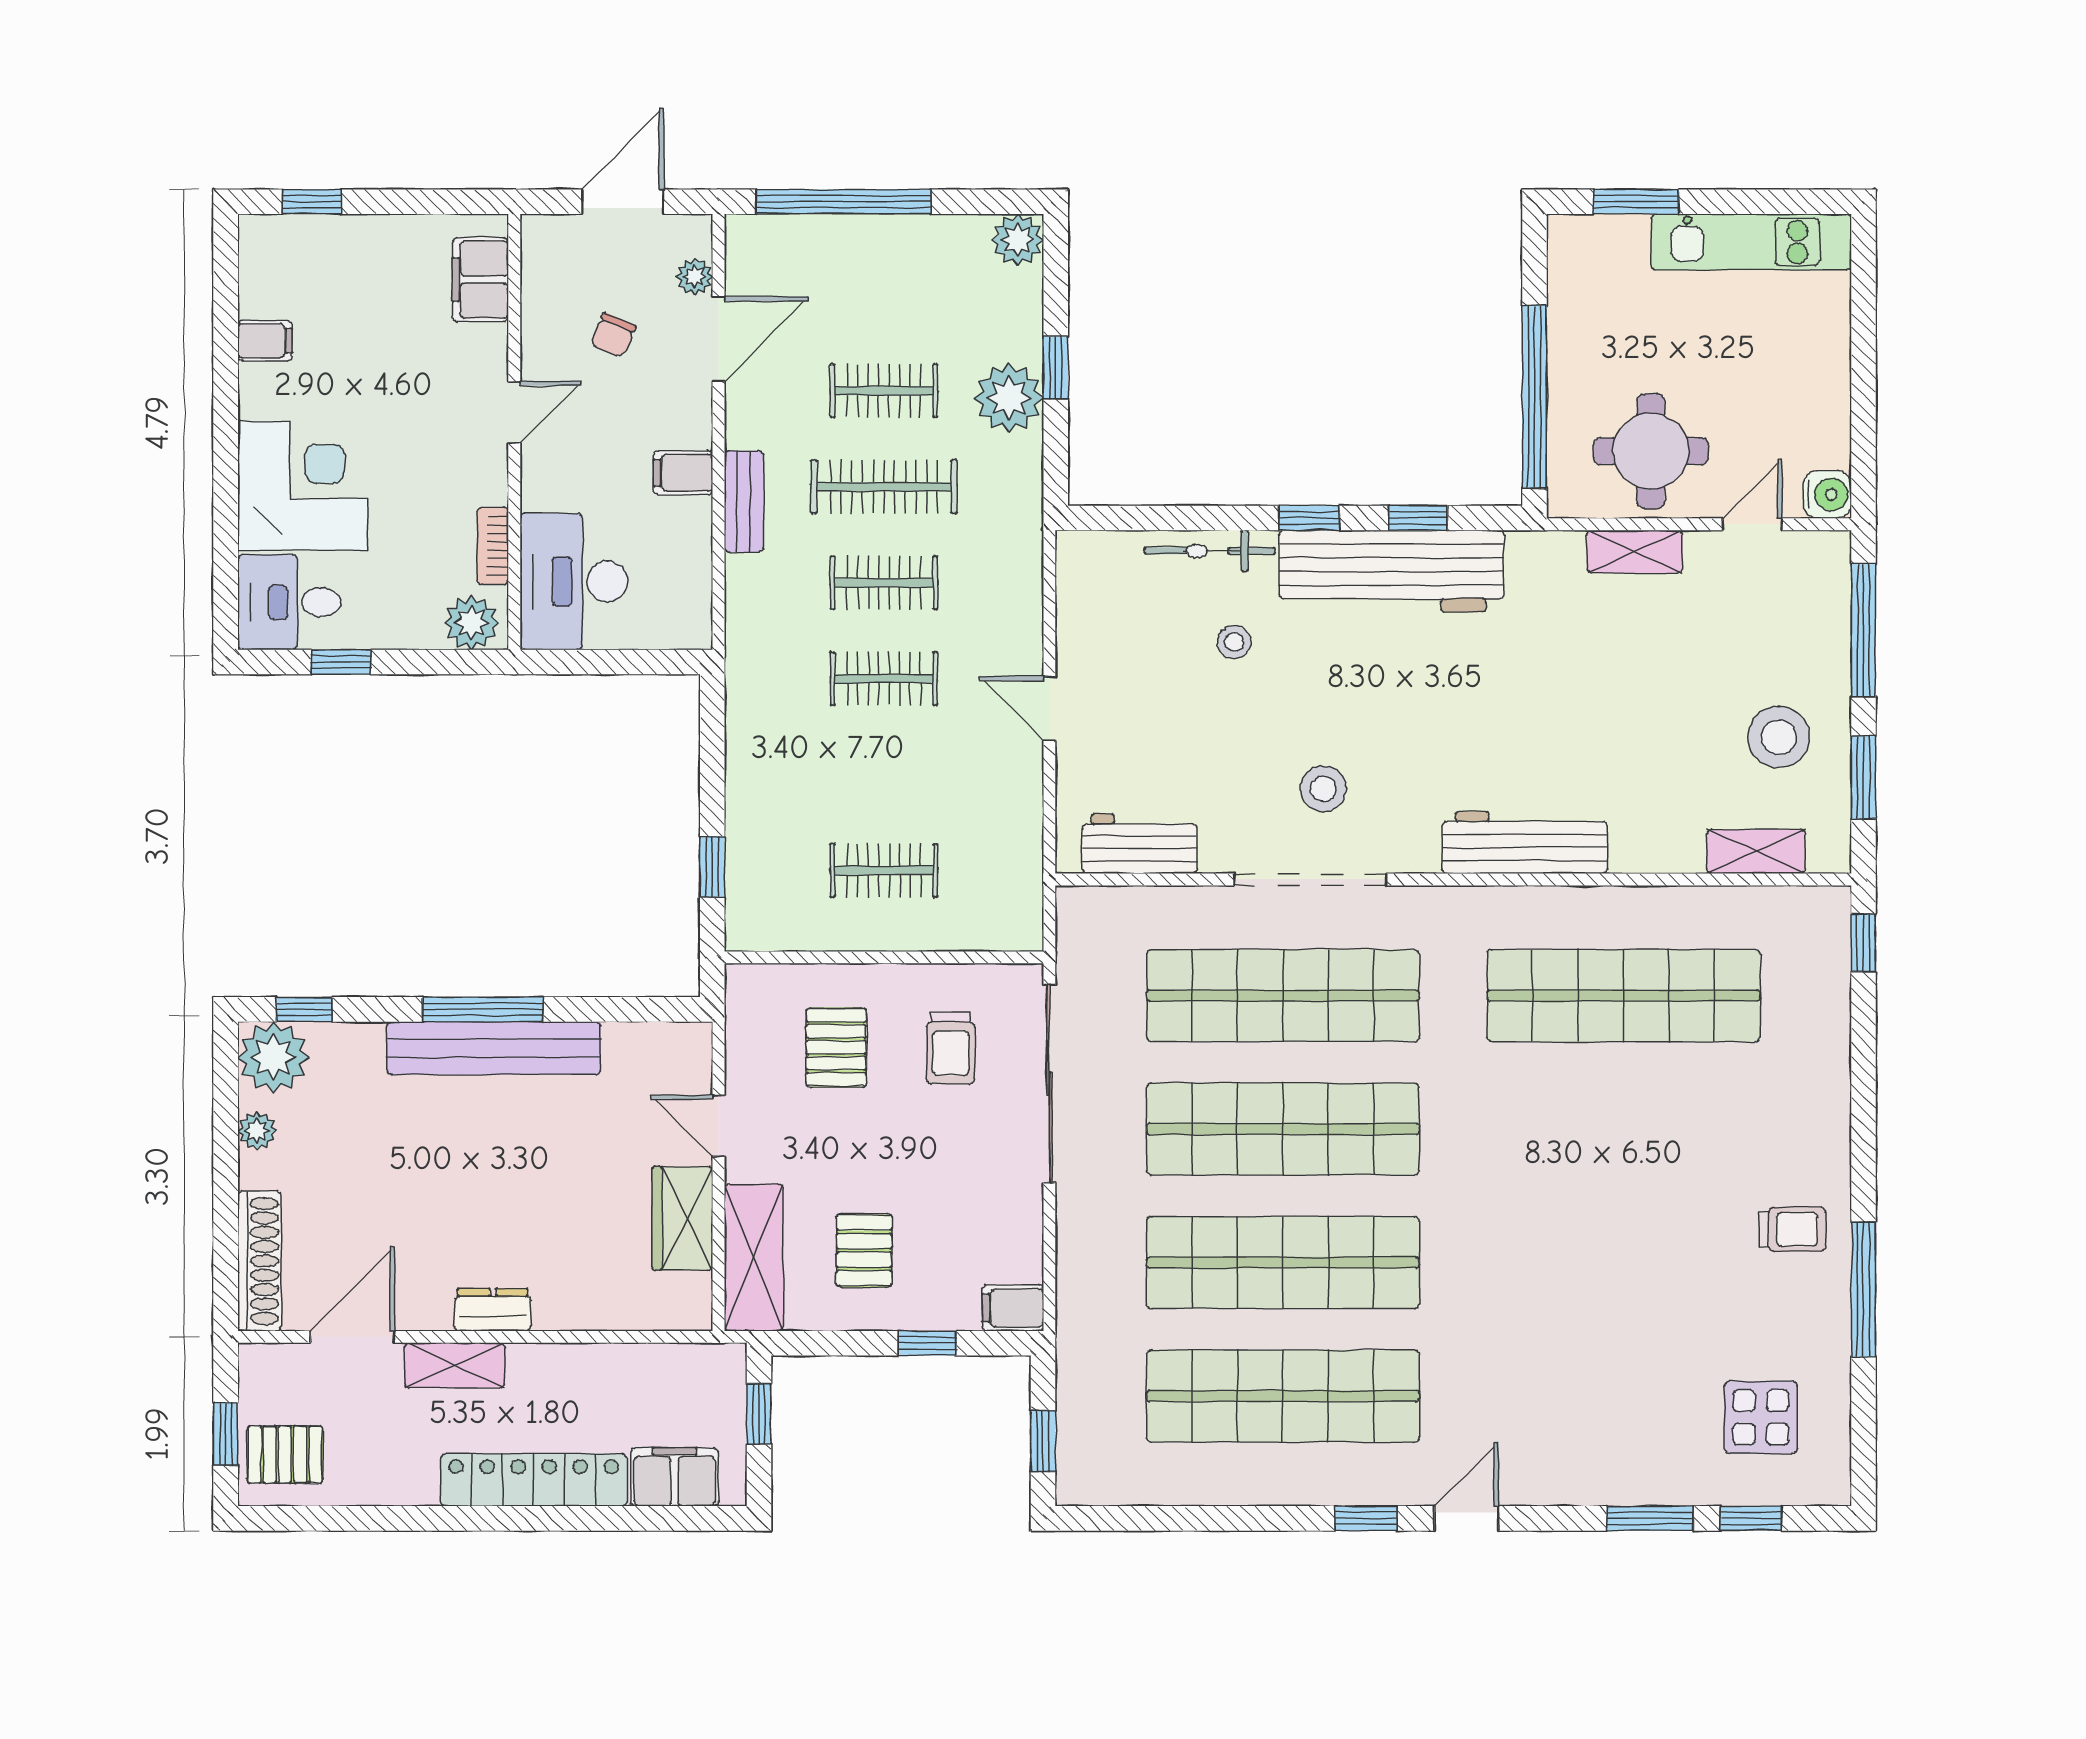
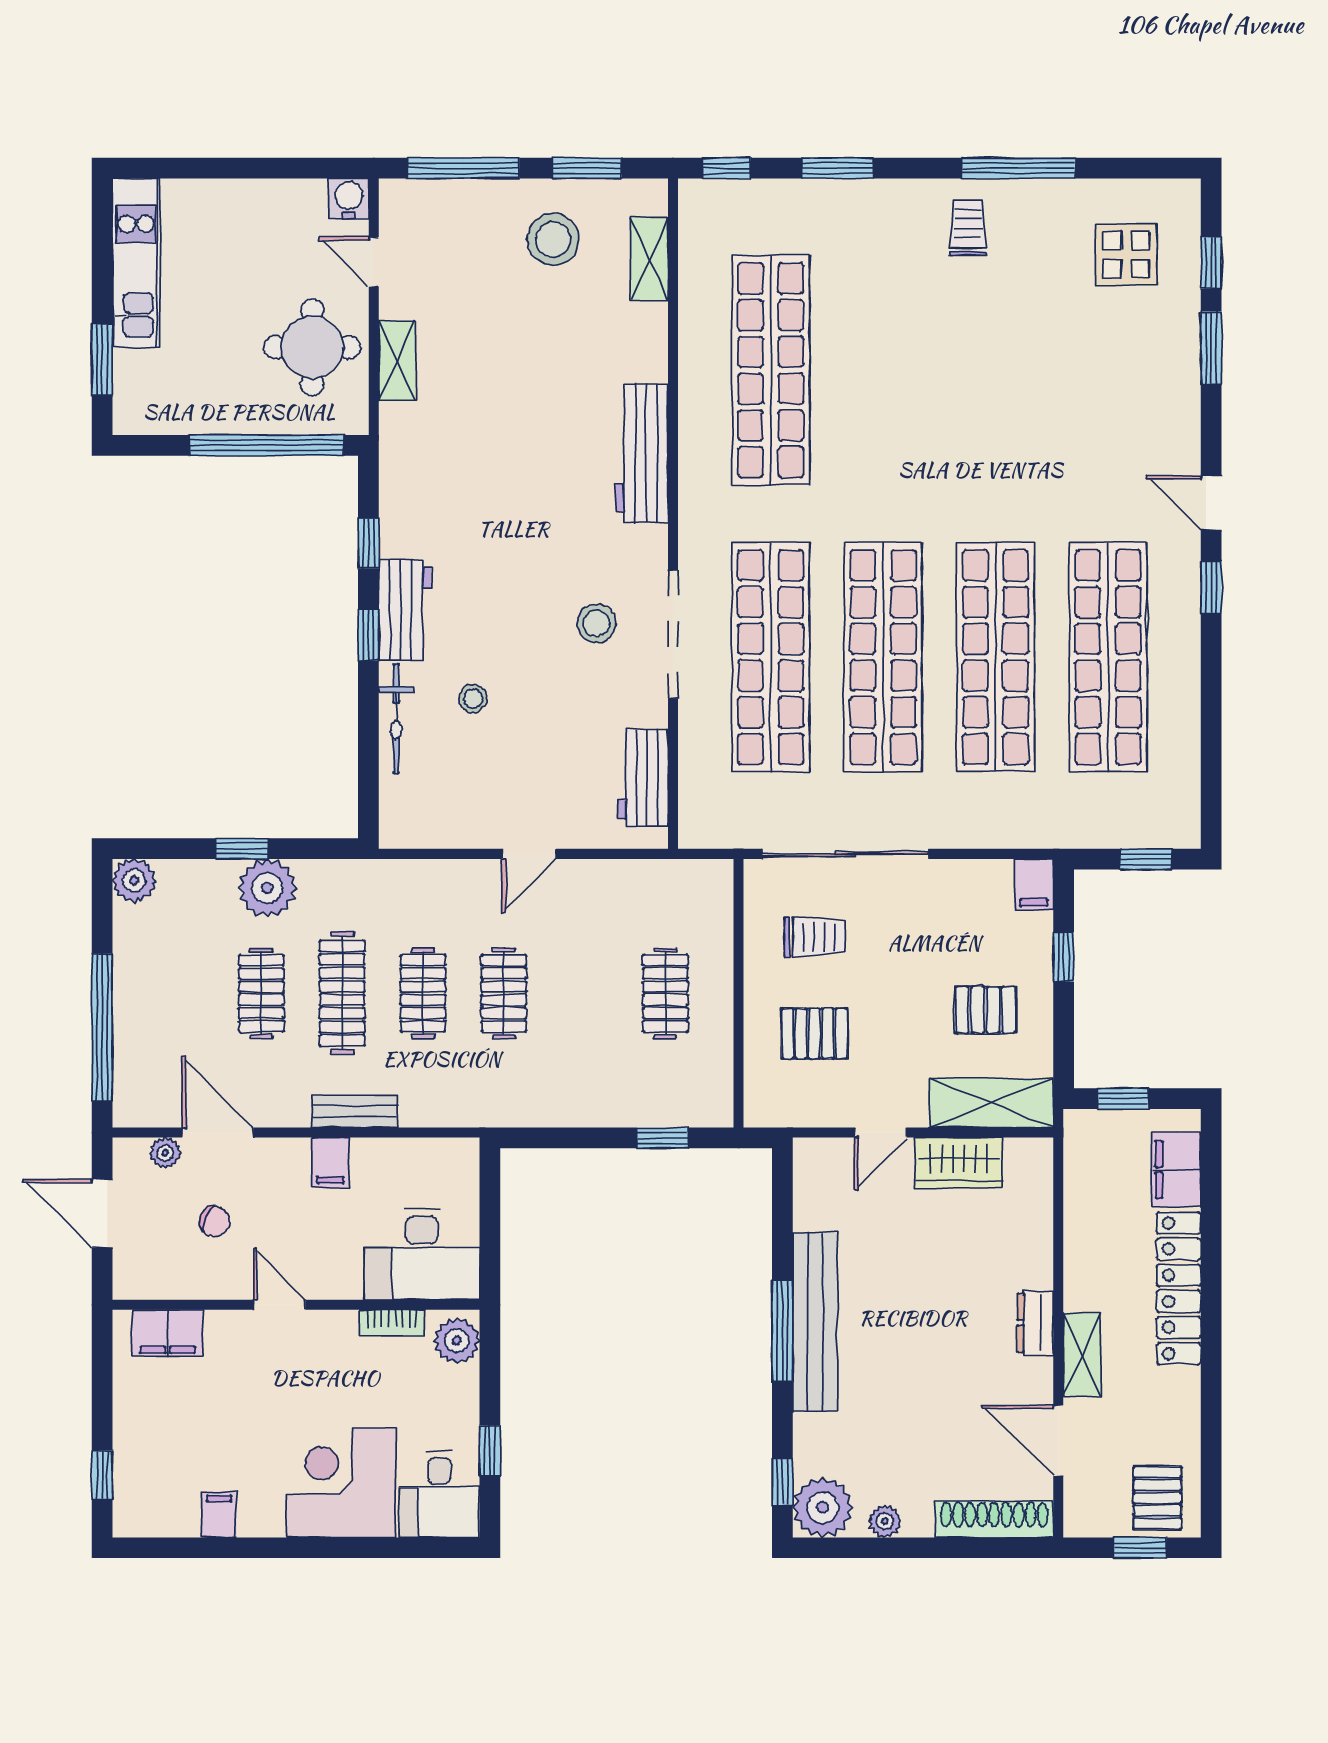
workbench: (1391, 571) -> (405, 610), width x0.53, depth x0.76
window: (1863, 1075) -> (838, 168), added

